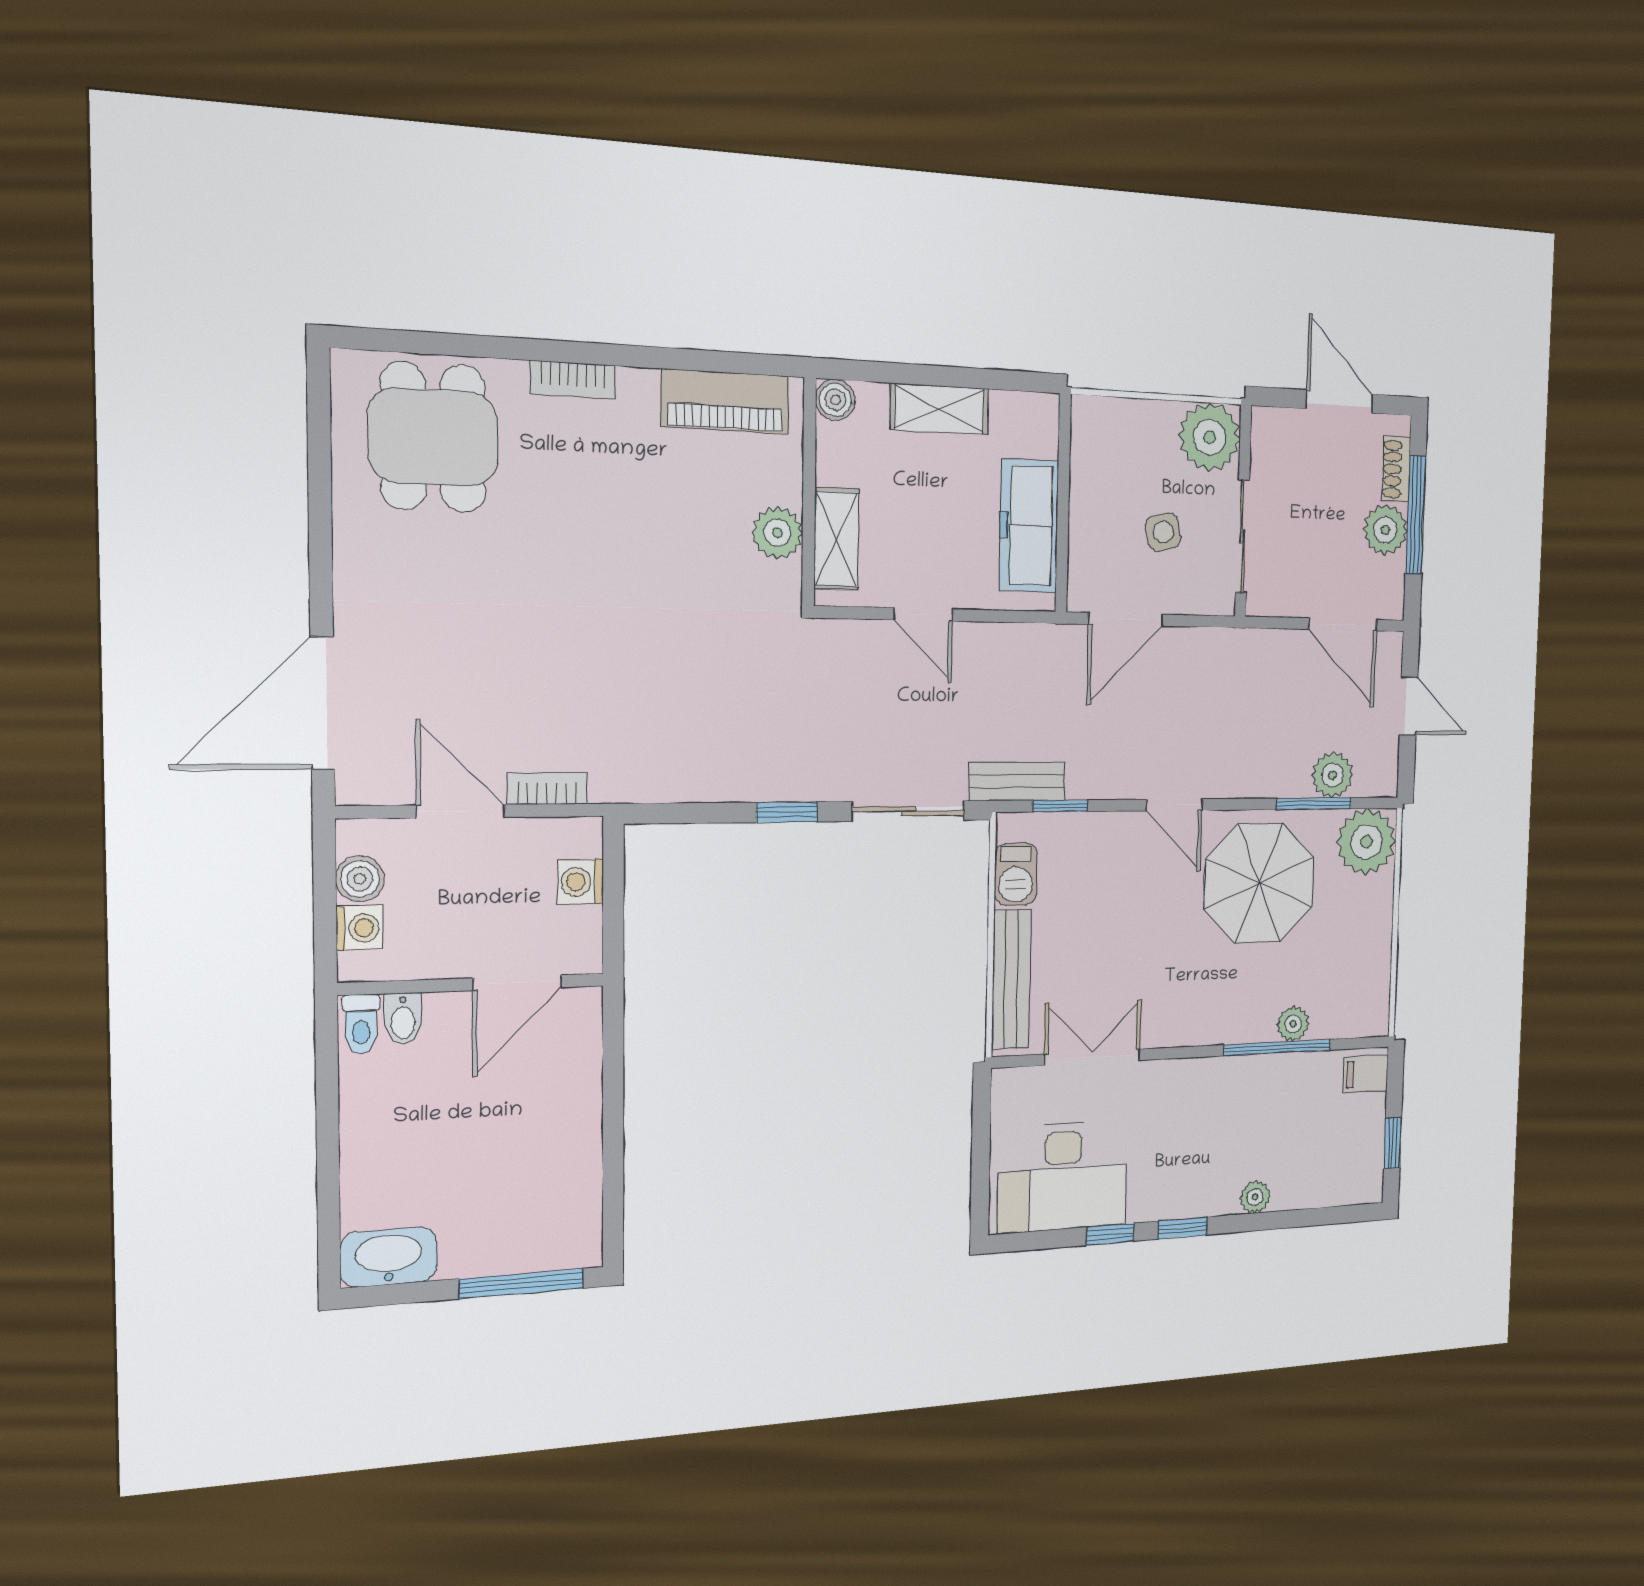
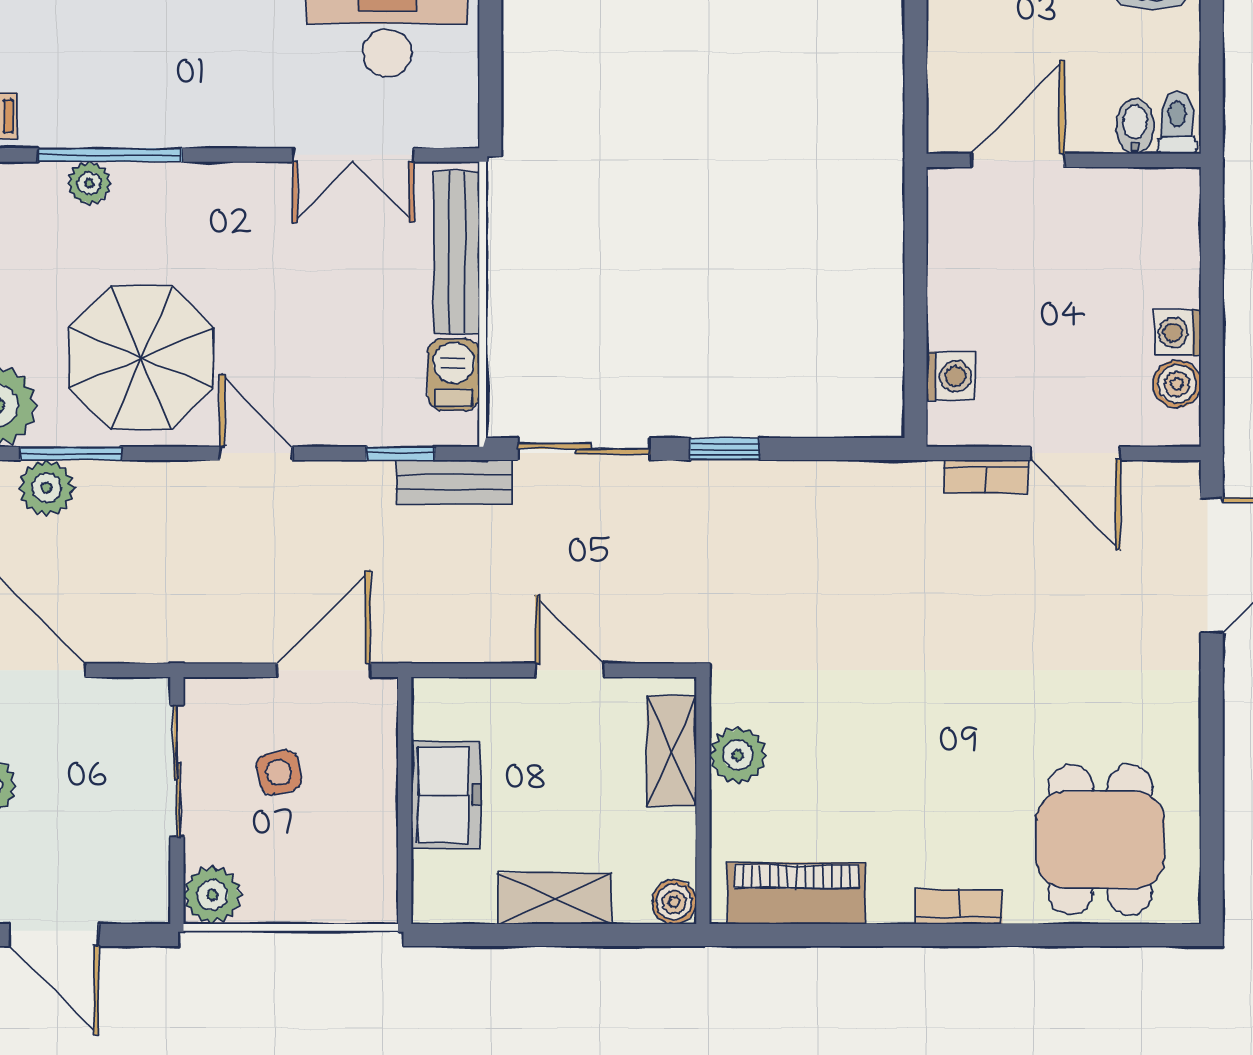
plant: (1210, 437) -> (212, 895), width x0.73, depth x0.73
freezer: (1029, 526) -> (446, 795), width x0.71
door: (517, 983) -> (1018, 160), moved
wall: (473, 984) -> (1064, 160), moved
bidet: (403, 1019) -> (1135, 126), moved
toilet: (361, 1024) -> (1177, 123), moved

